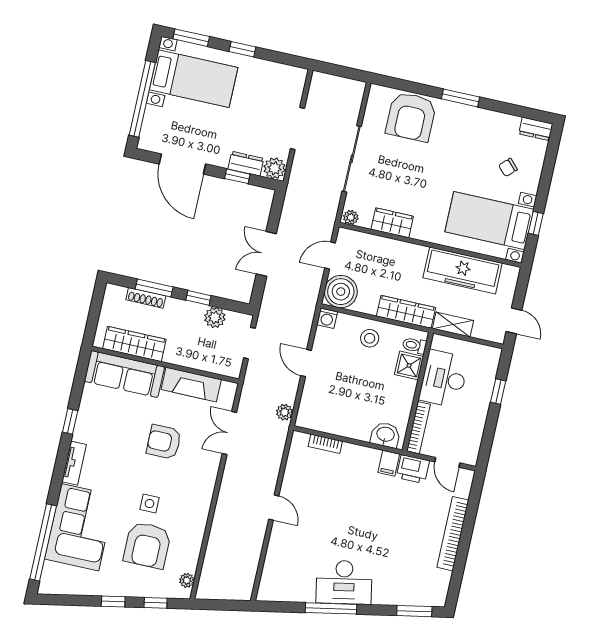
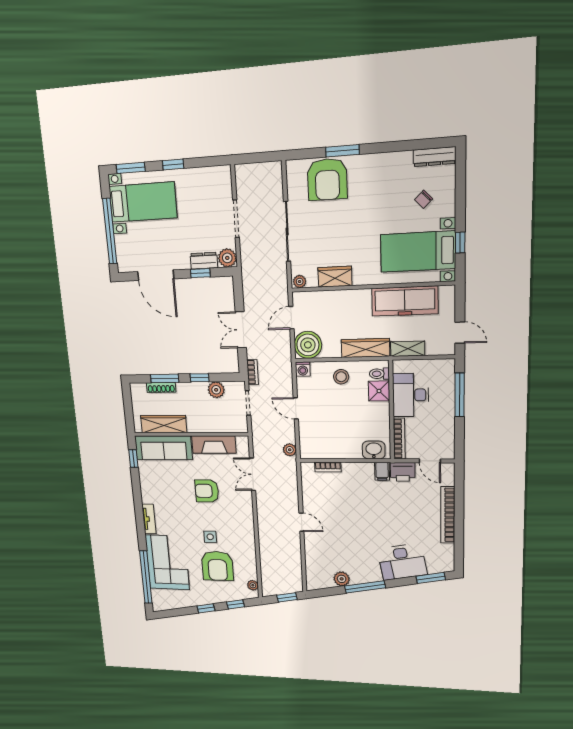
window: (460, 98) -> (342, 151), moved
dresser: (536, 129) -> (434, 157), width x1.44
bookcase: (266, 307) -> (253, 372), added
window: (498, 392) -> (460, 395), width x2.17
window: (70, 421) -> (133, 458), moved
desk: (344, 582) -> (402, 562), moved
plant: (304, 592) -> (342, 579), added
window: (227, 605) -> (287, 597), added

